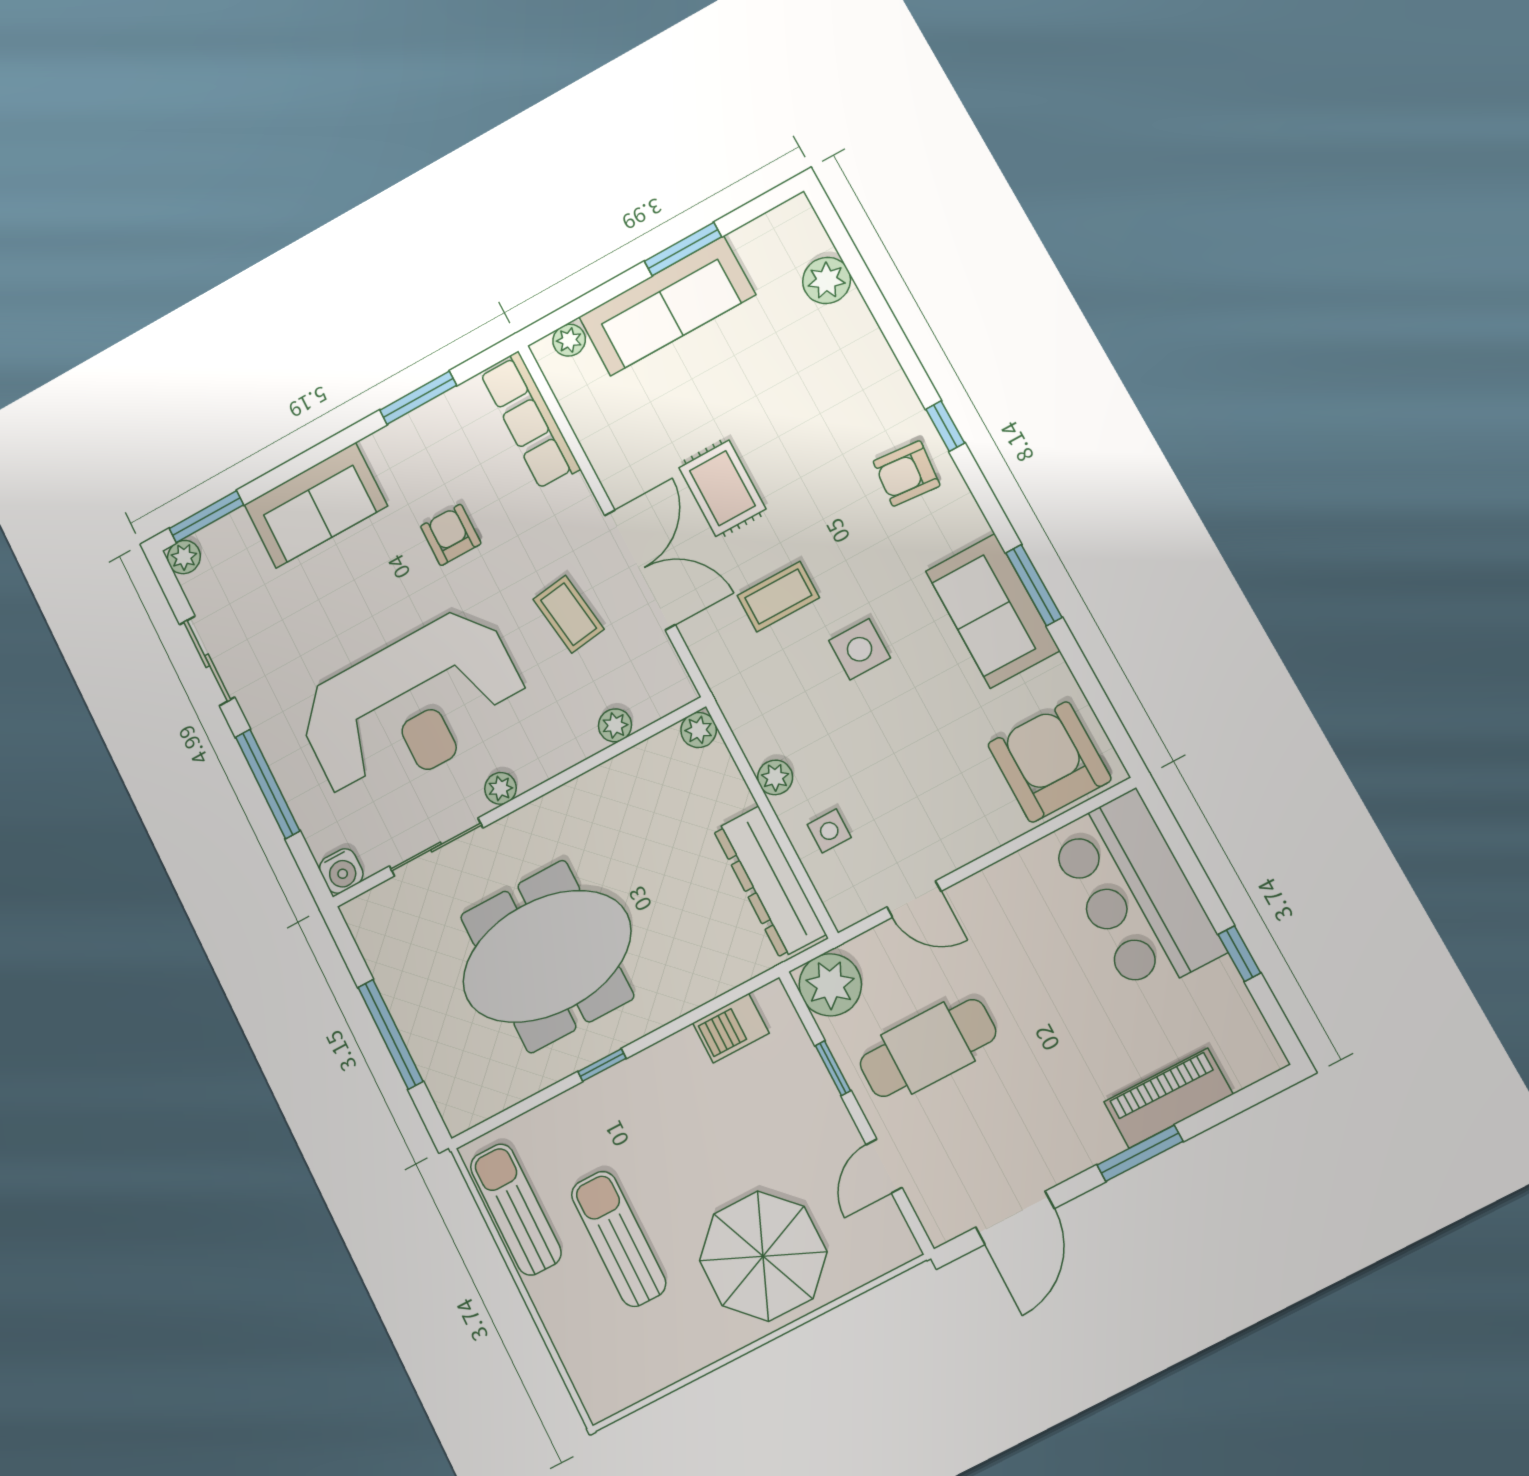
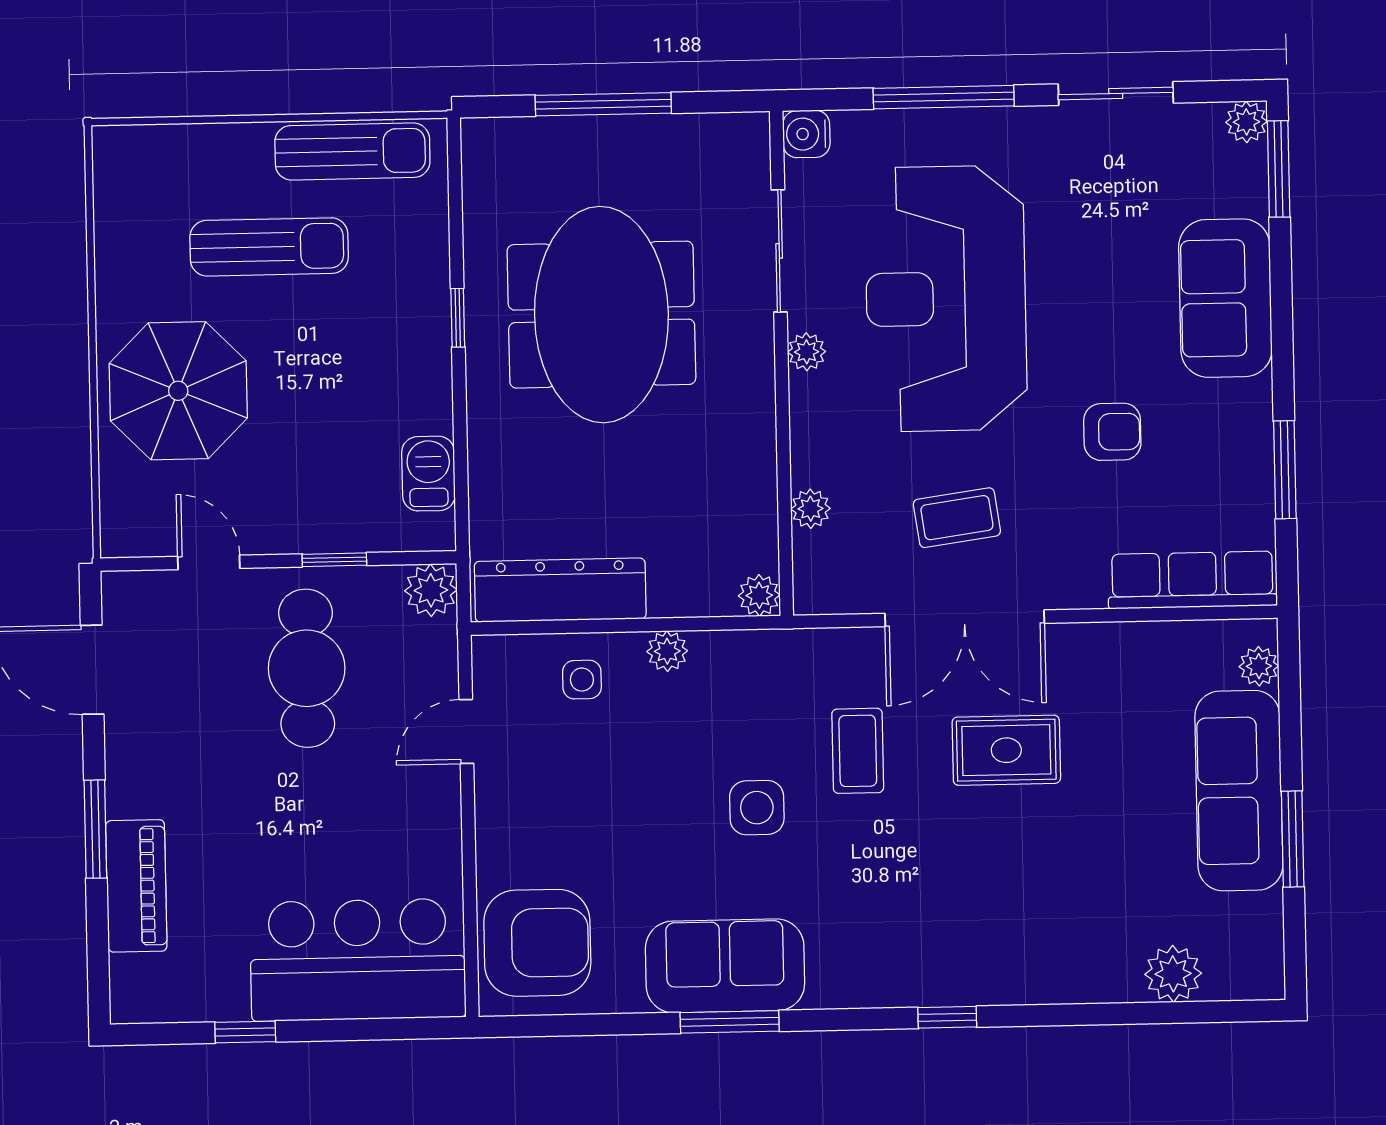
armchair: (906, 473) -> (918, 951), removed
plant: (830, 985) -> (431, 590), width x0.73, depth x0.73

